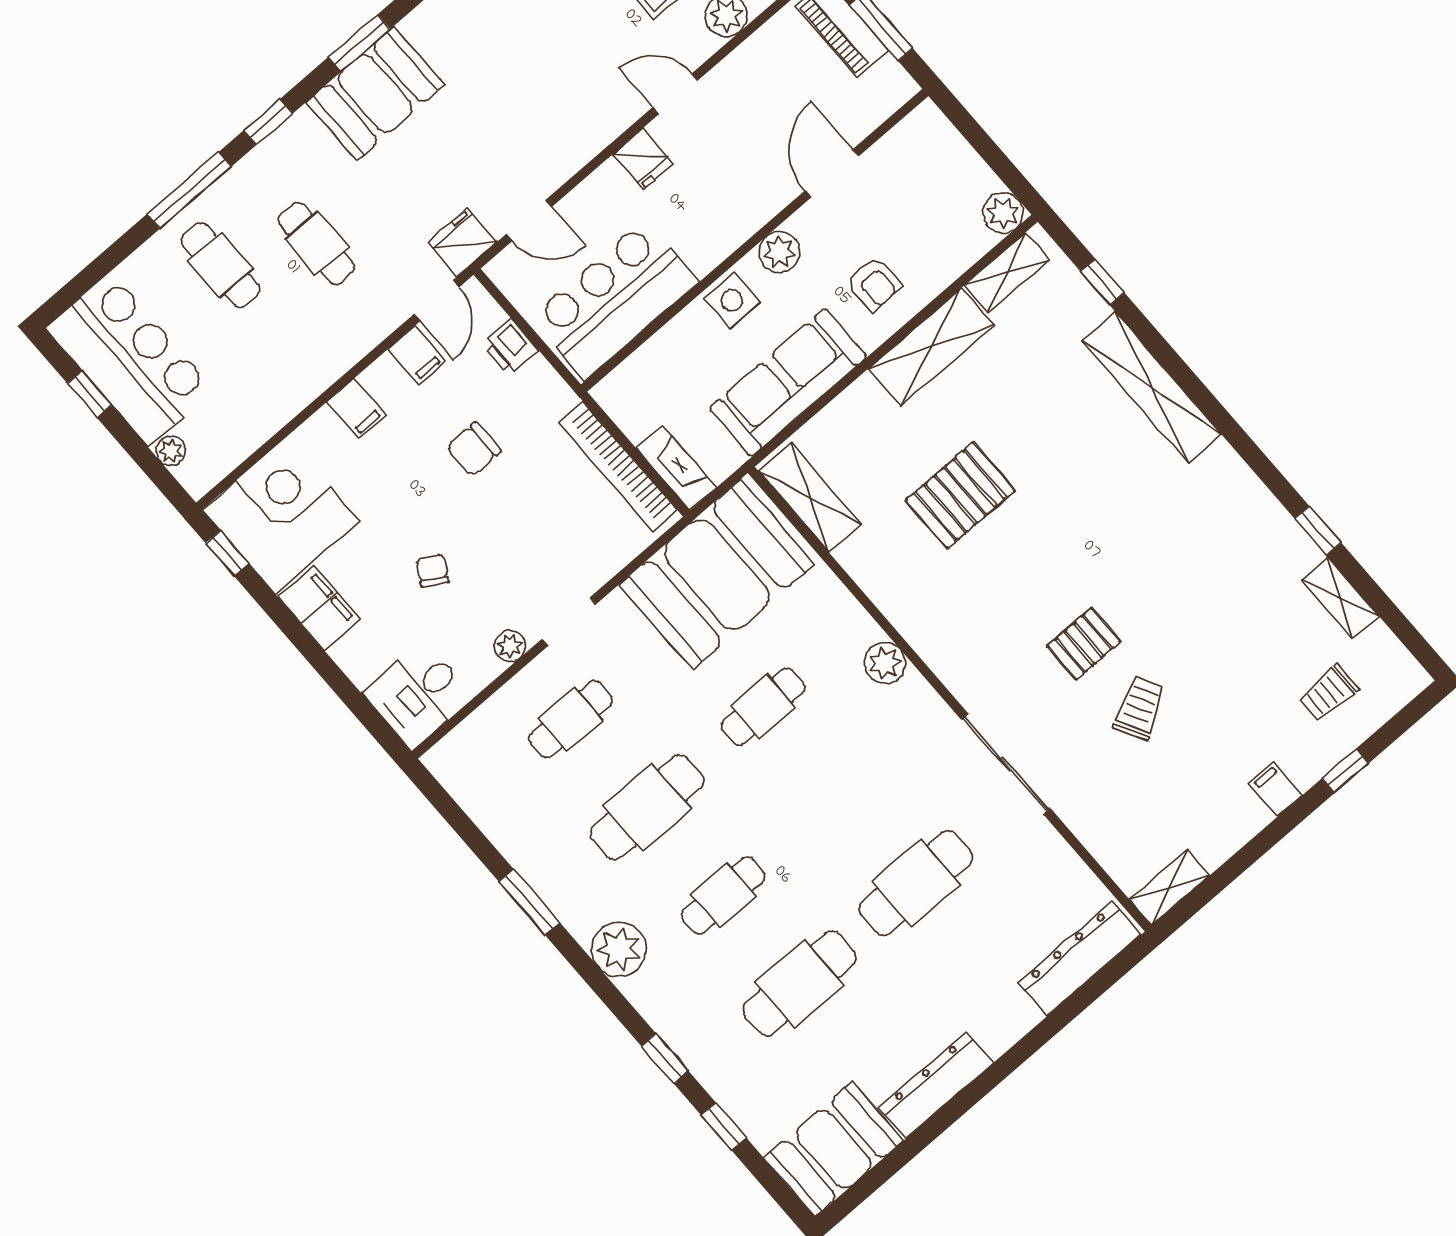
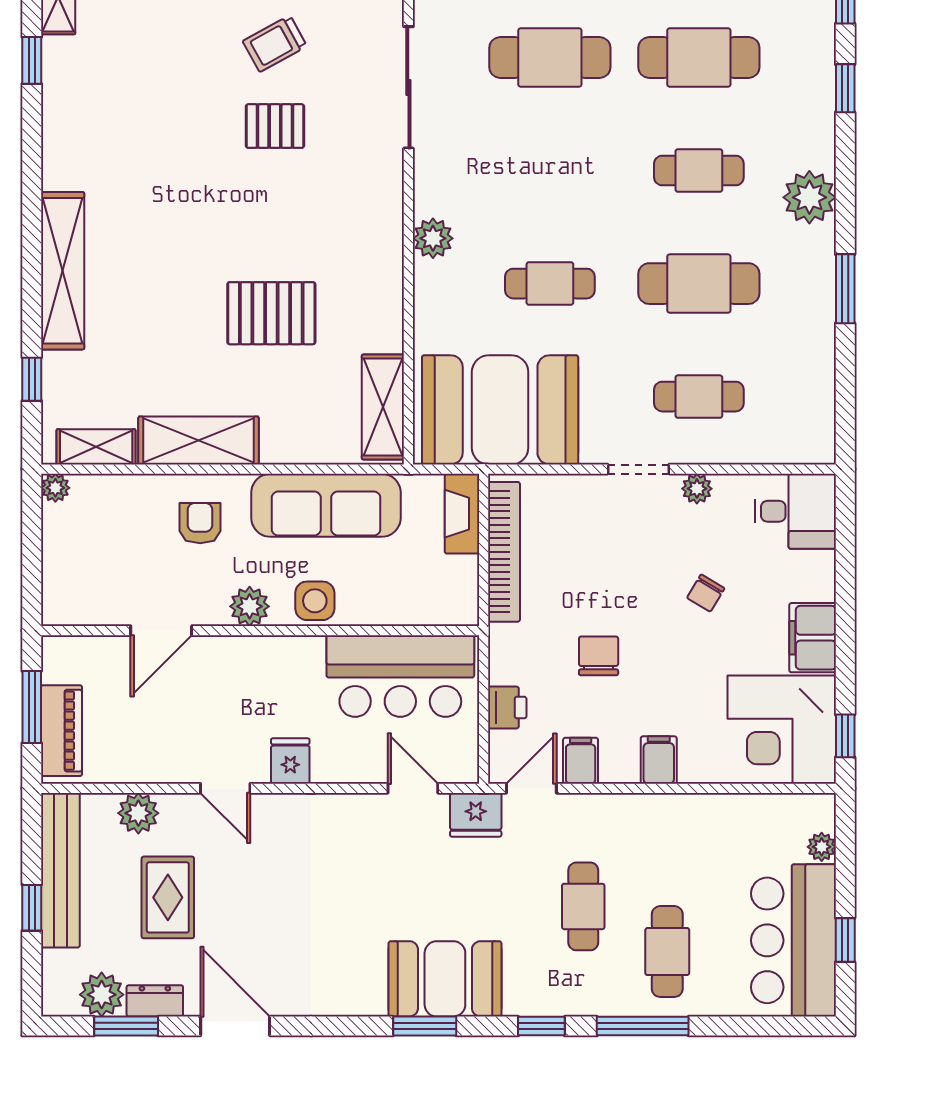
plant: (1003, 213) -> (55, 488), width x0.73, depth x0.73
chair: (474, 449) -> (599, 656), turned -90

